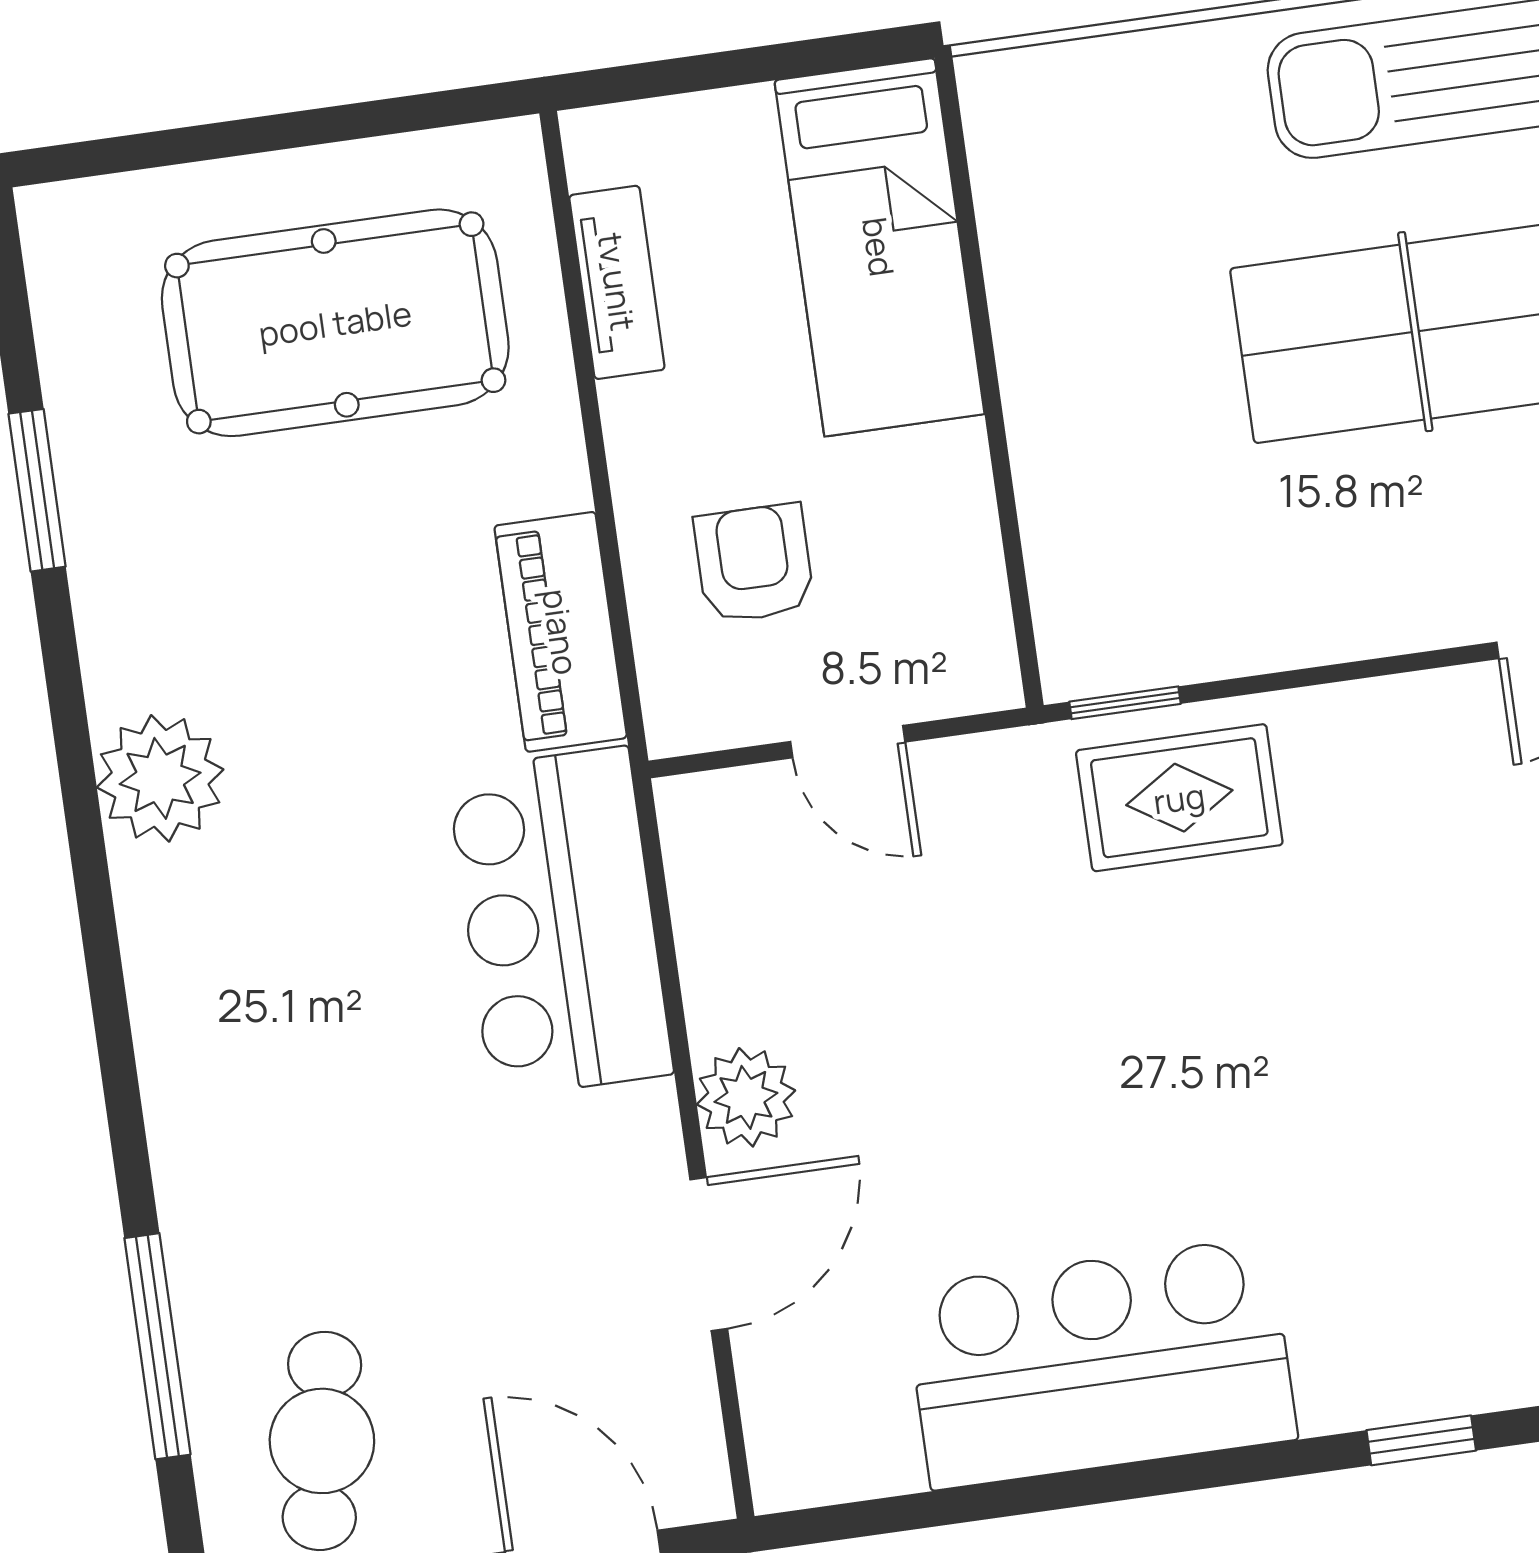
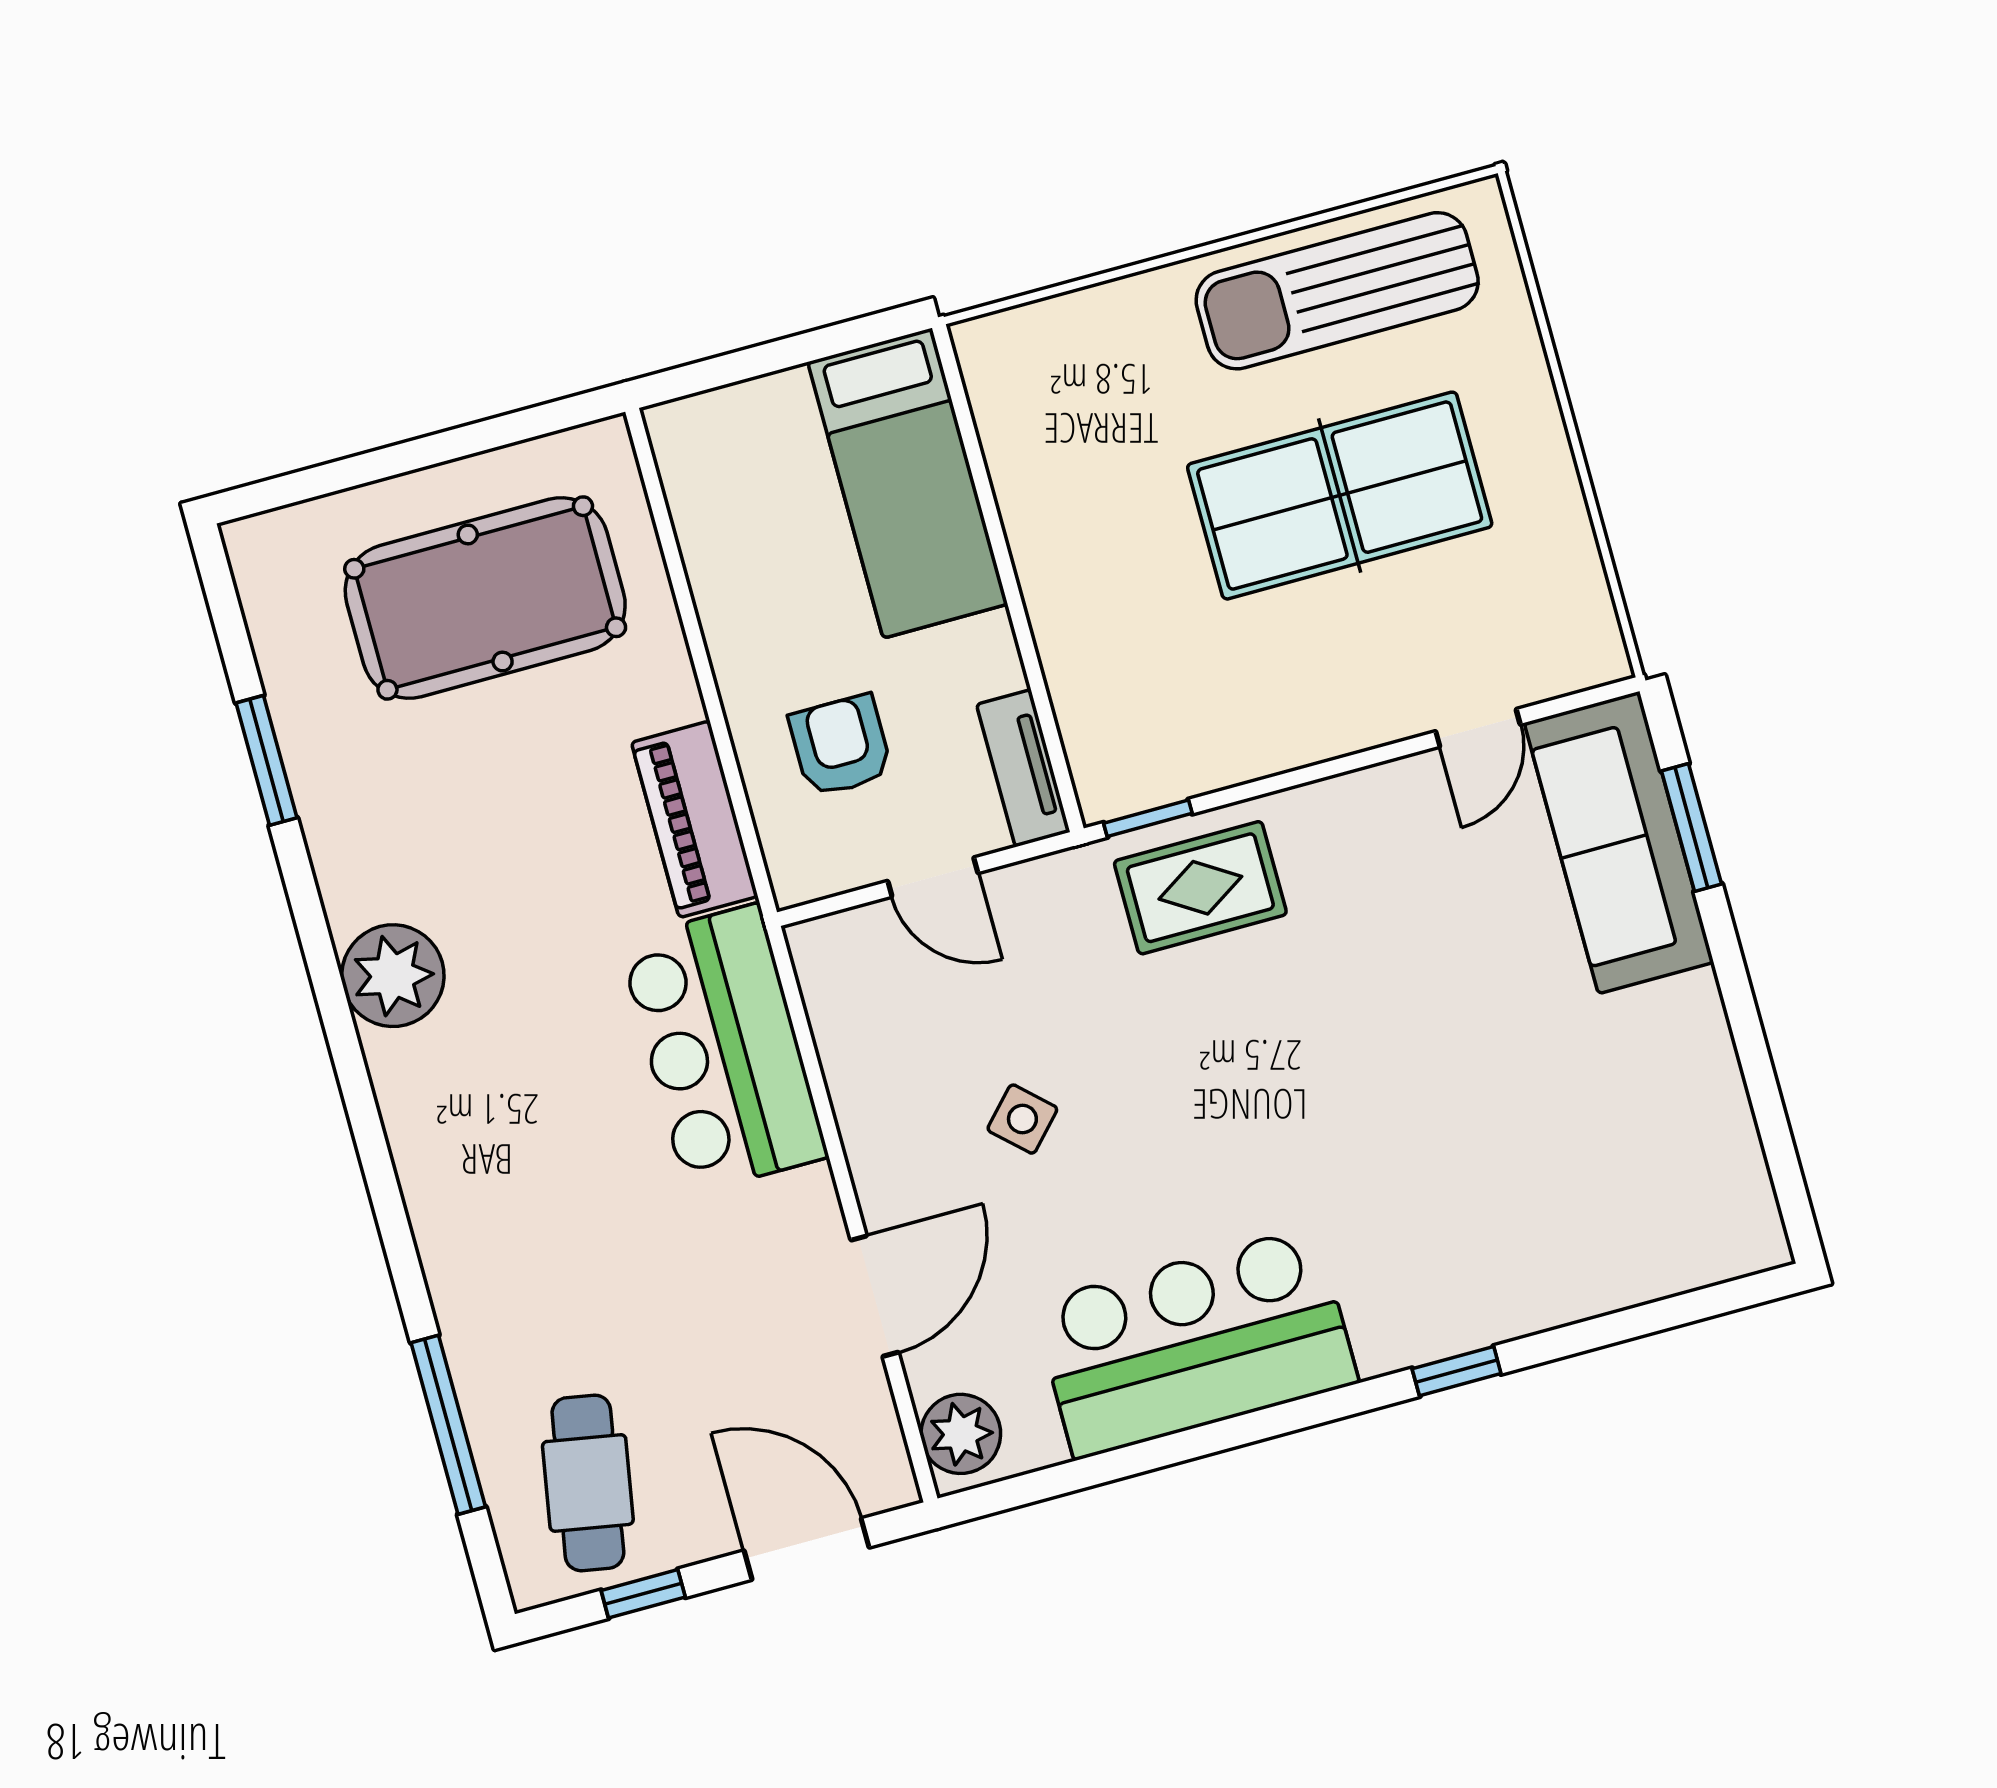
tv unit: (617, 282) -> (1023, 768), moved, turned 180
side table: (921, 1057) -> (1022, 1119), added
plant: (746, 1097) -> (961, 1434), moved

